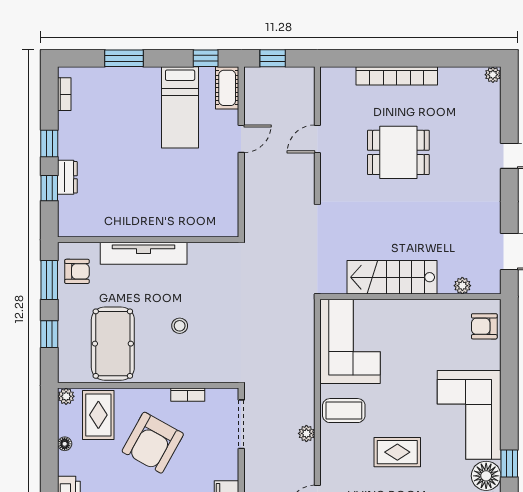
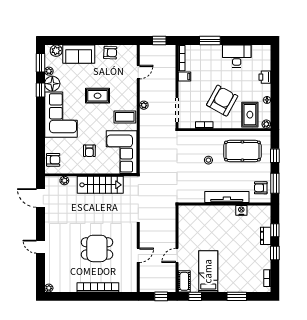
nightstand: (115, 227) -> (241, 210), added
pool table: (113, 344) -> (242, 151), turned 90
armchair: (413, 344) -> (89, 151), added

